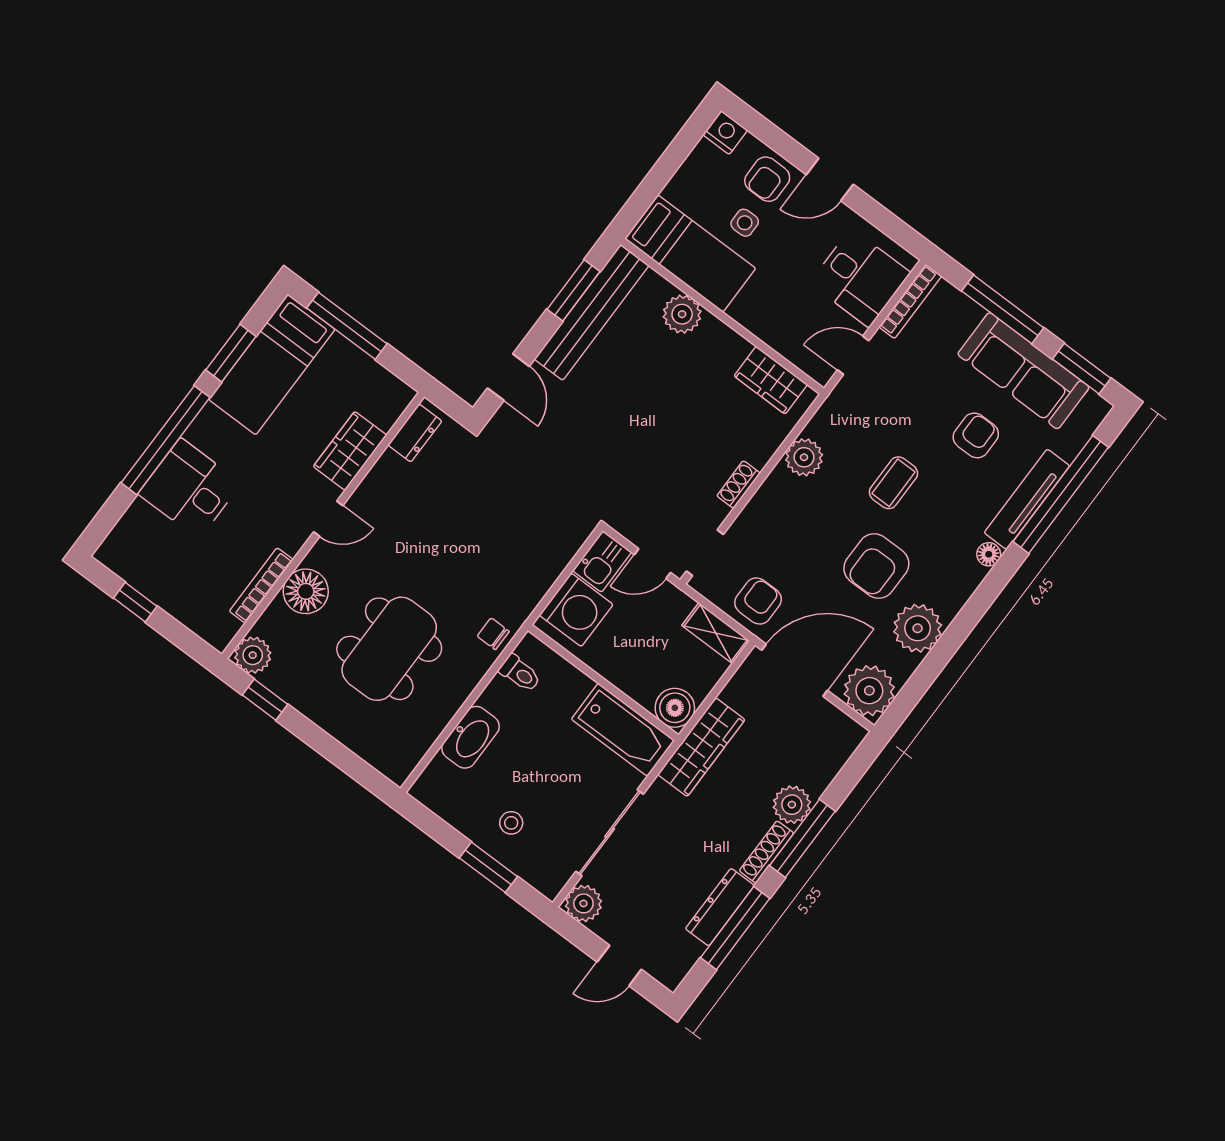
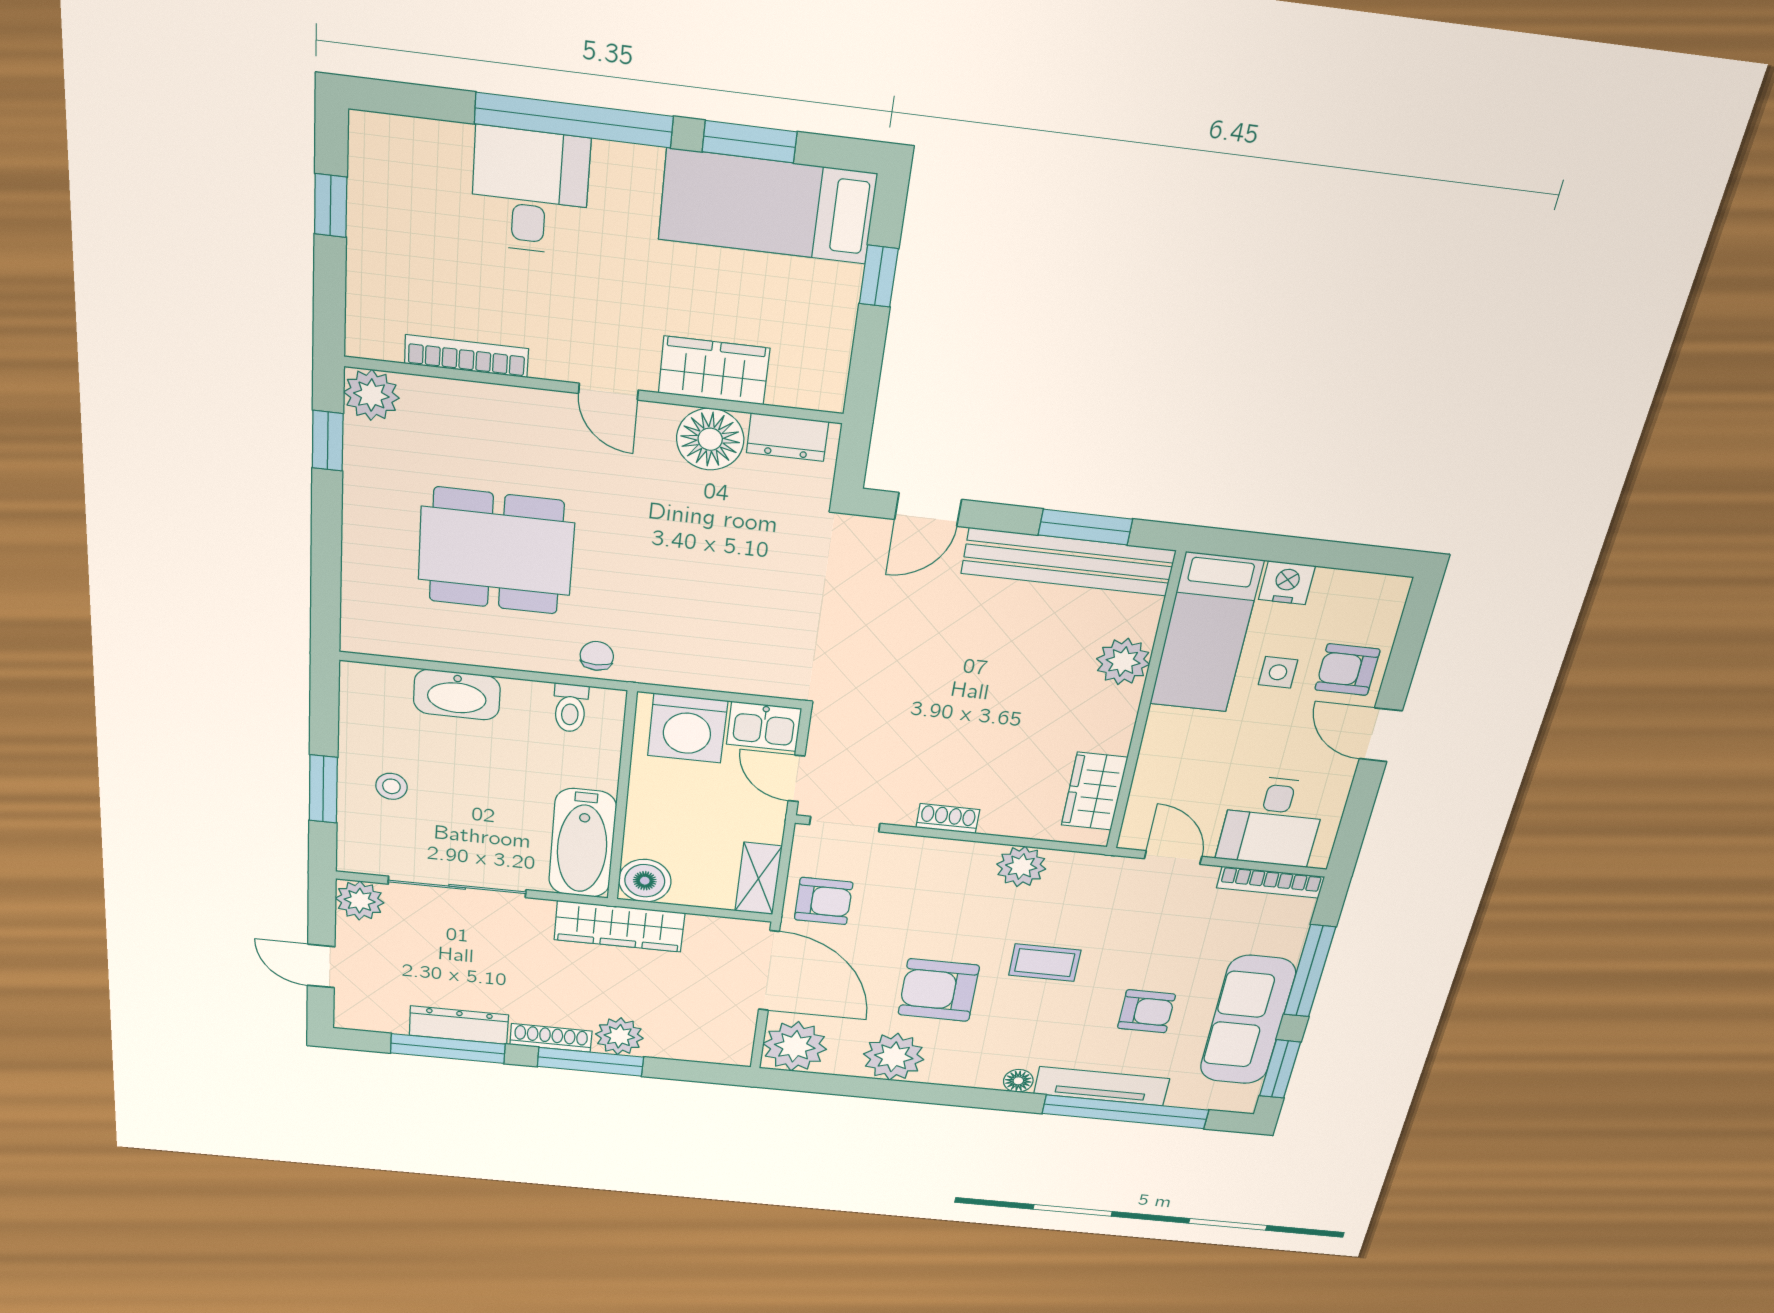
nightstand: (725, 132) -> (1287, 583), moved, turned -90
window: (347, 326) -> (879, 276), width x0.46
floor lamp: (306, 591) -> (710, 439), moved

